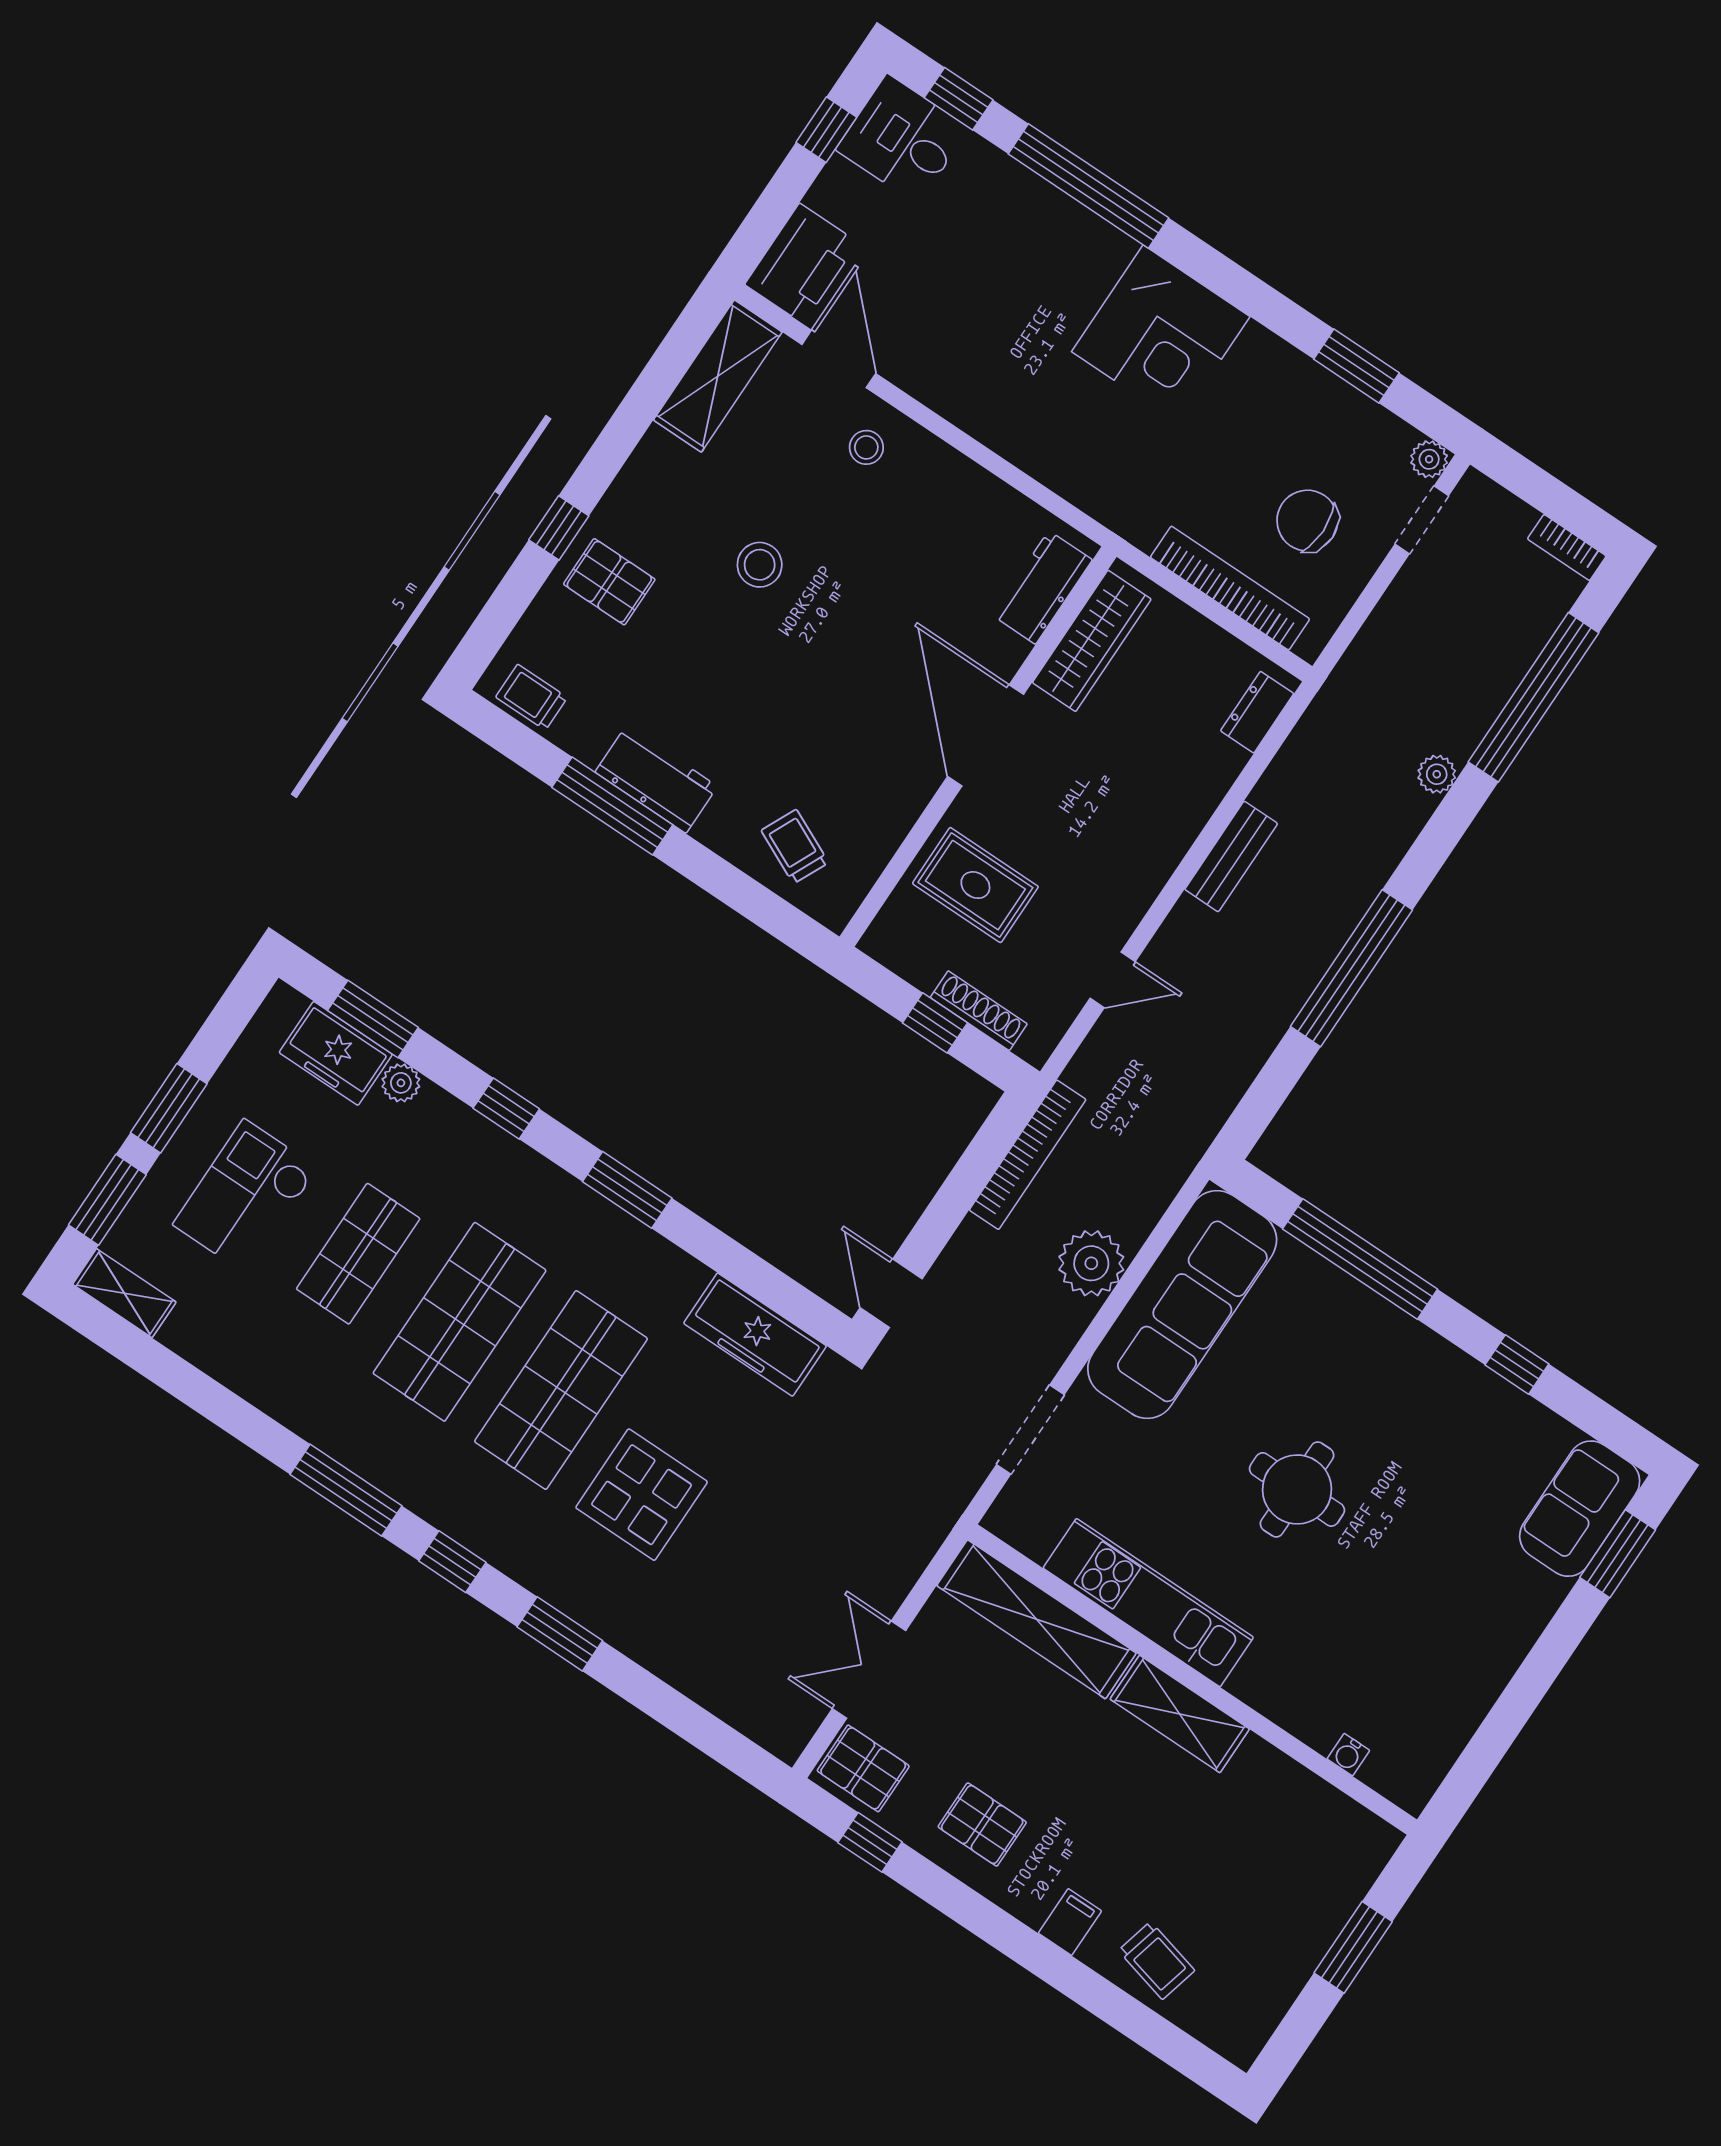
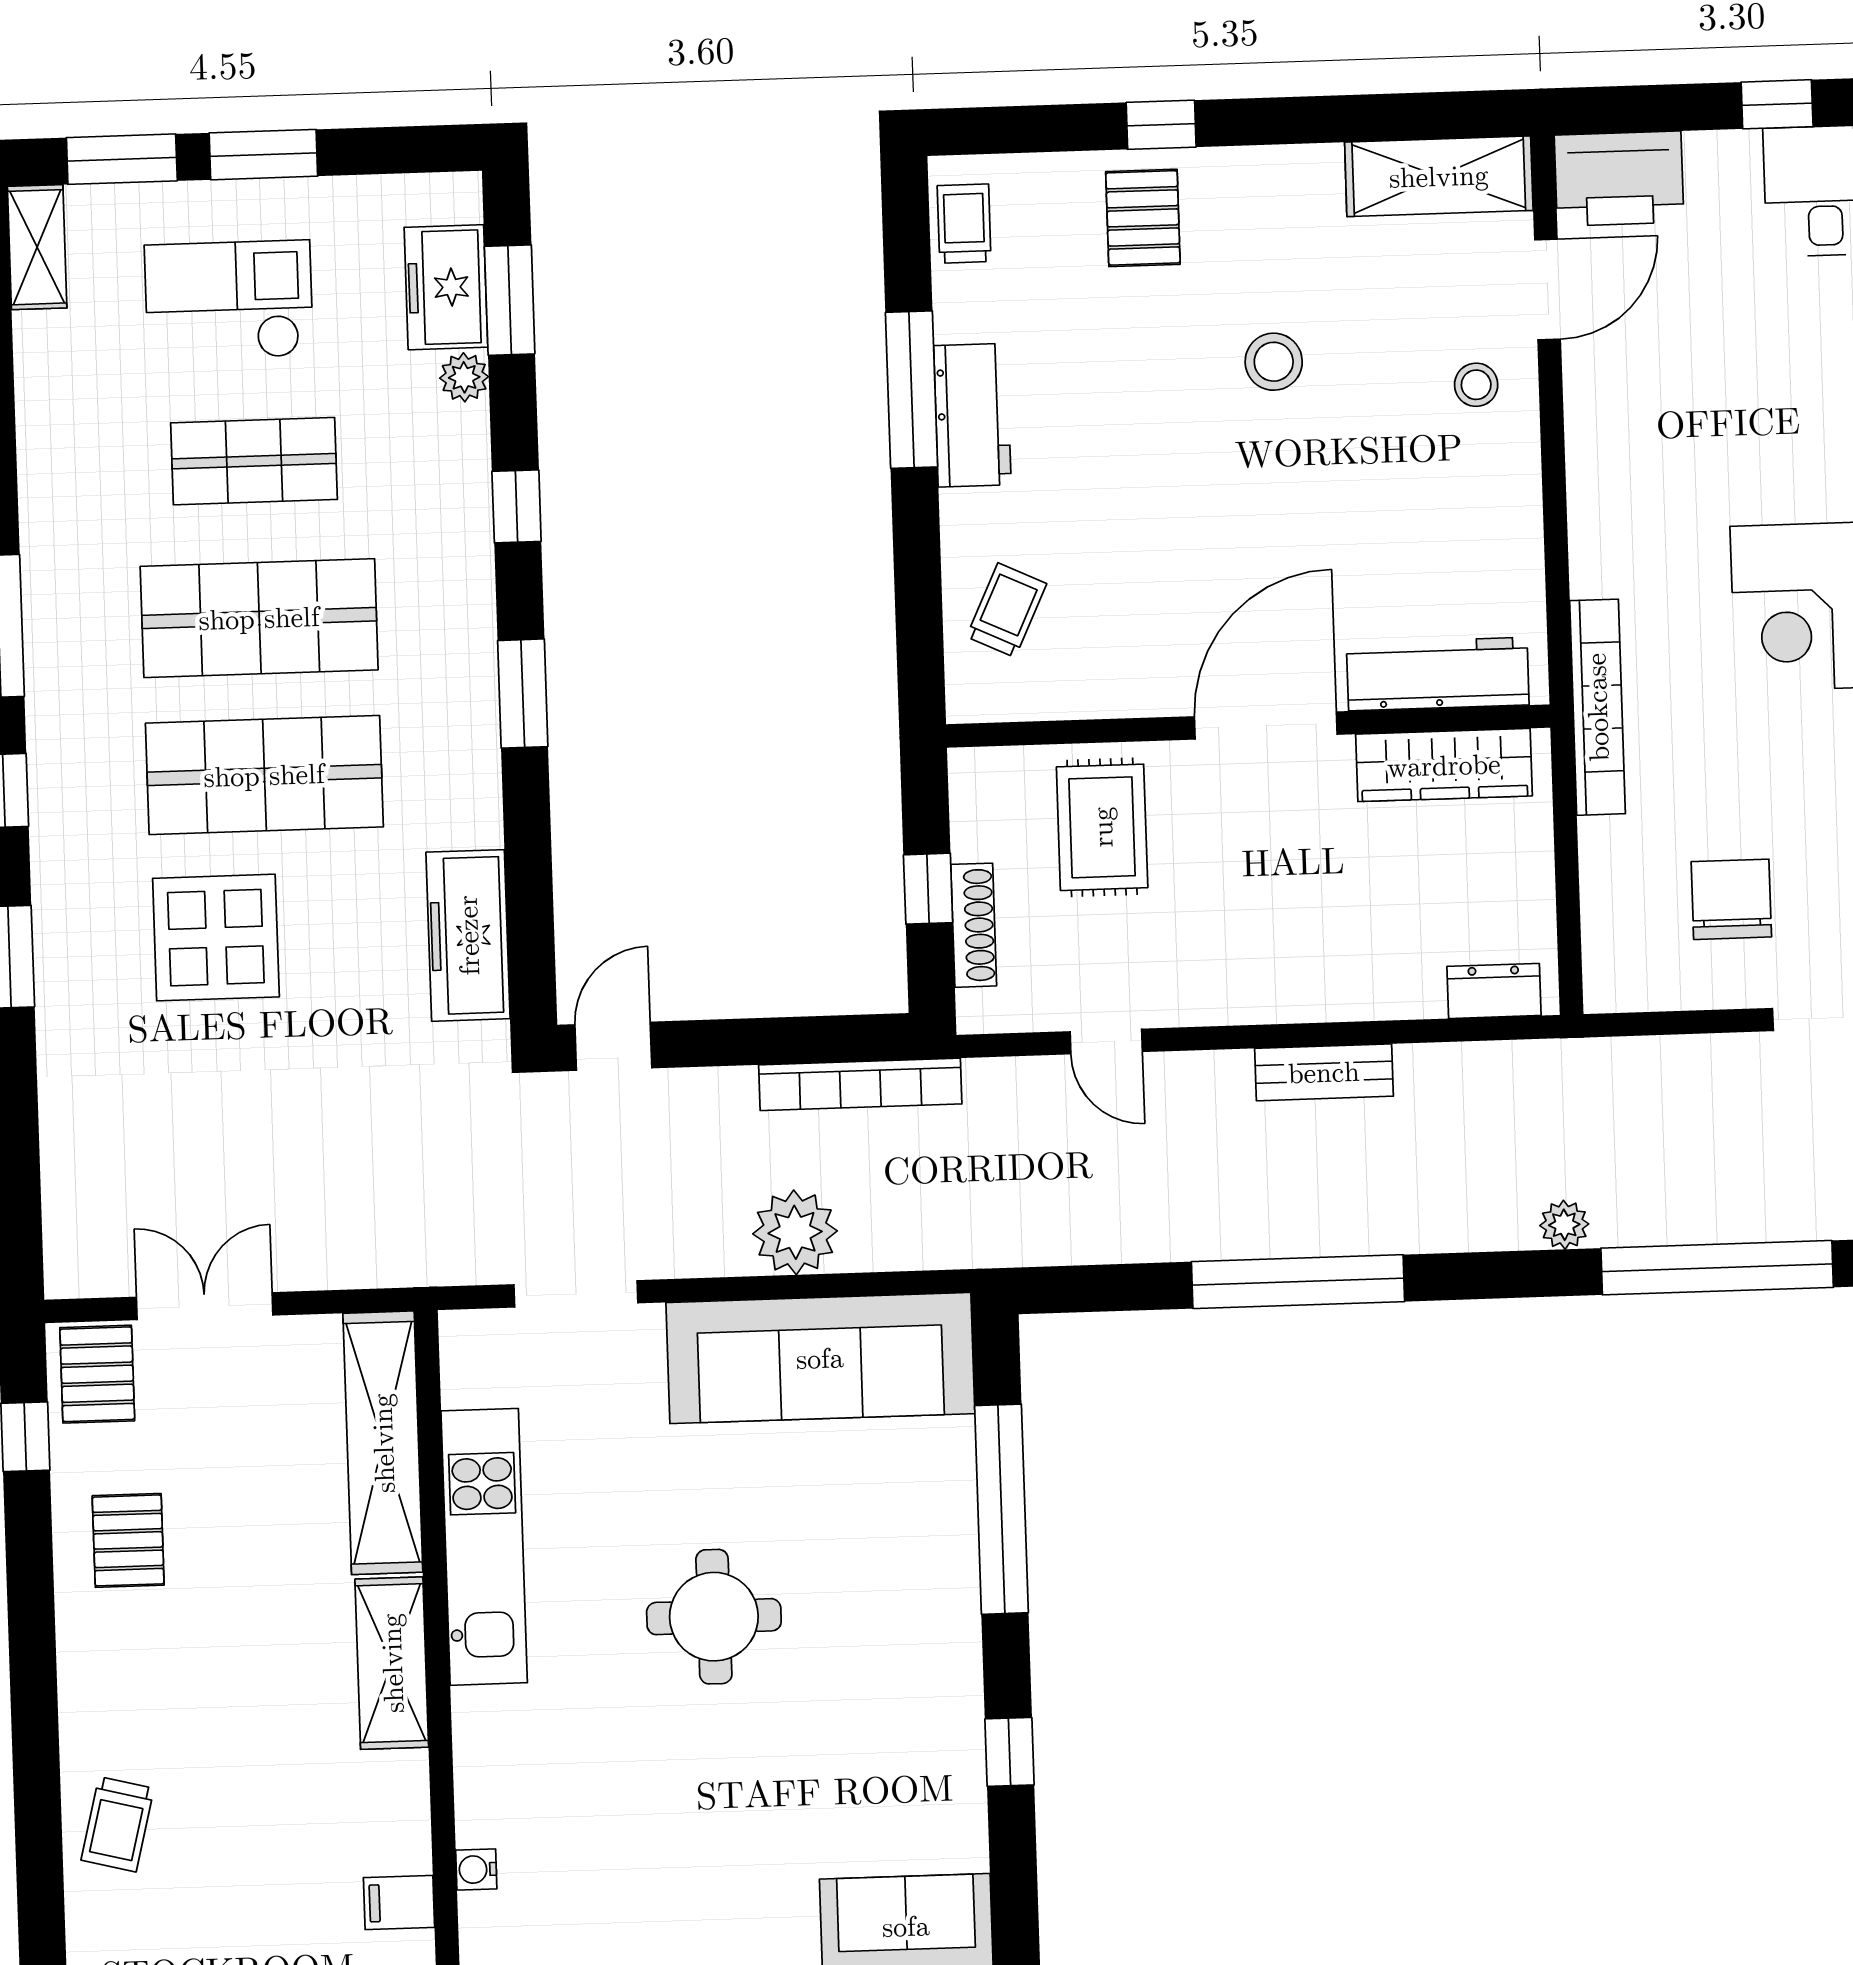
workbench: (1042, 587) -> (1438, 674), width x1.38
bookcase: (1230, 588) -> (1597, 707), moved
filing cabinet: (1070, 1922) -> (399, 1903), moved, turned 180

